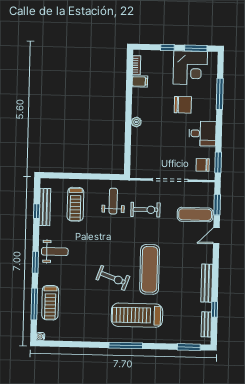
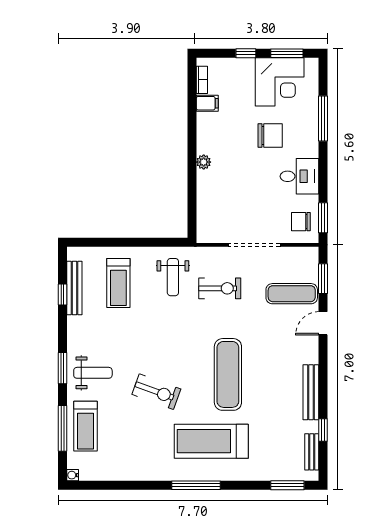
weight bench: (113, 201) -> (173, 277), turned 180
weight bench: (55, 252) -> (93, 373), moved
exercise bike: (113, 278) -> (156, 392), moved

